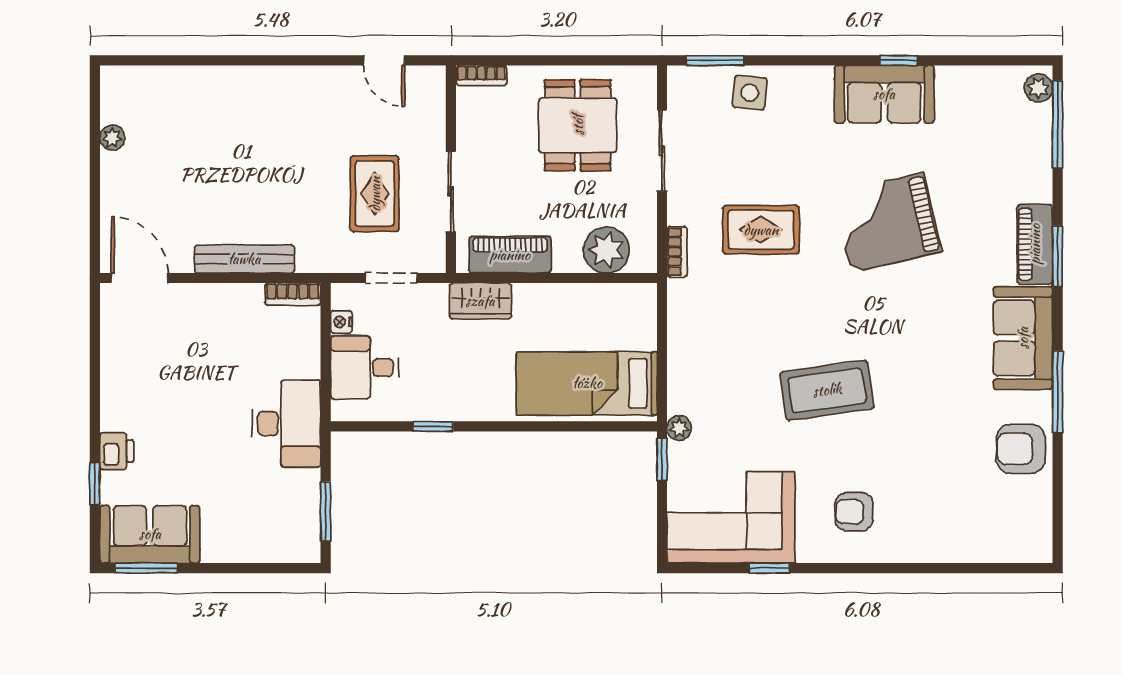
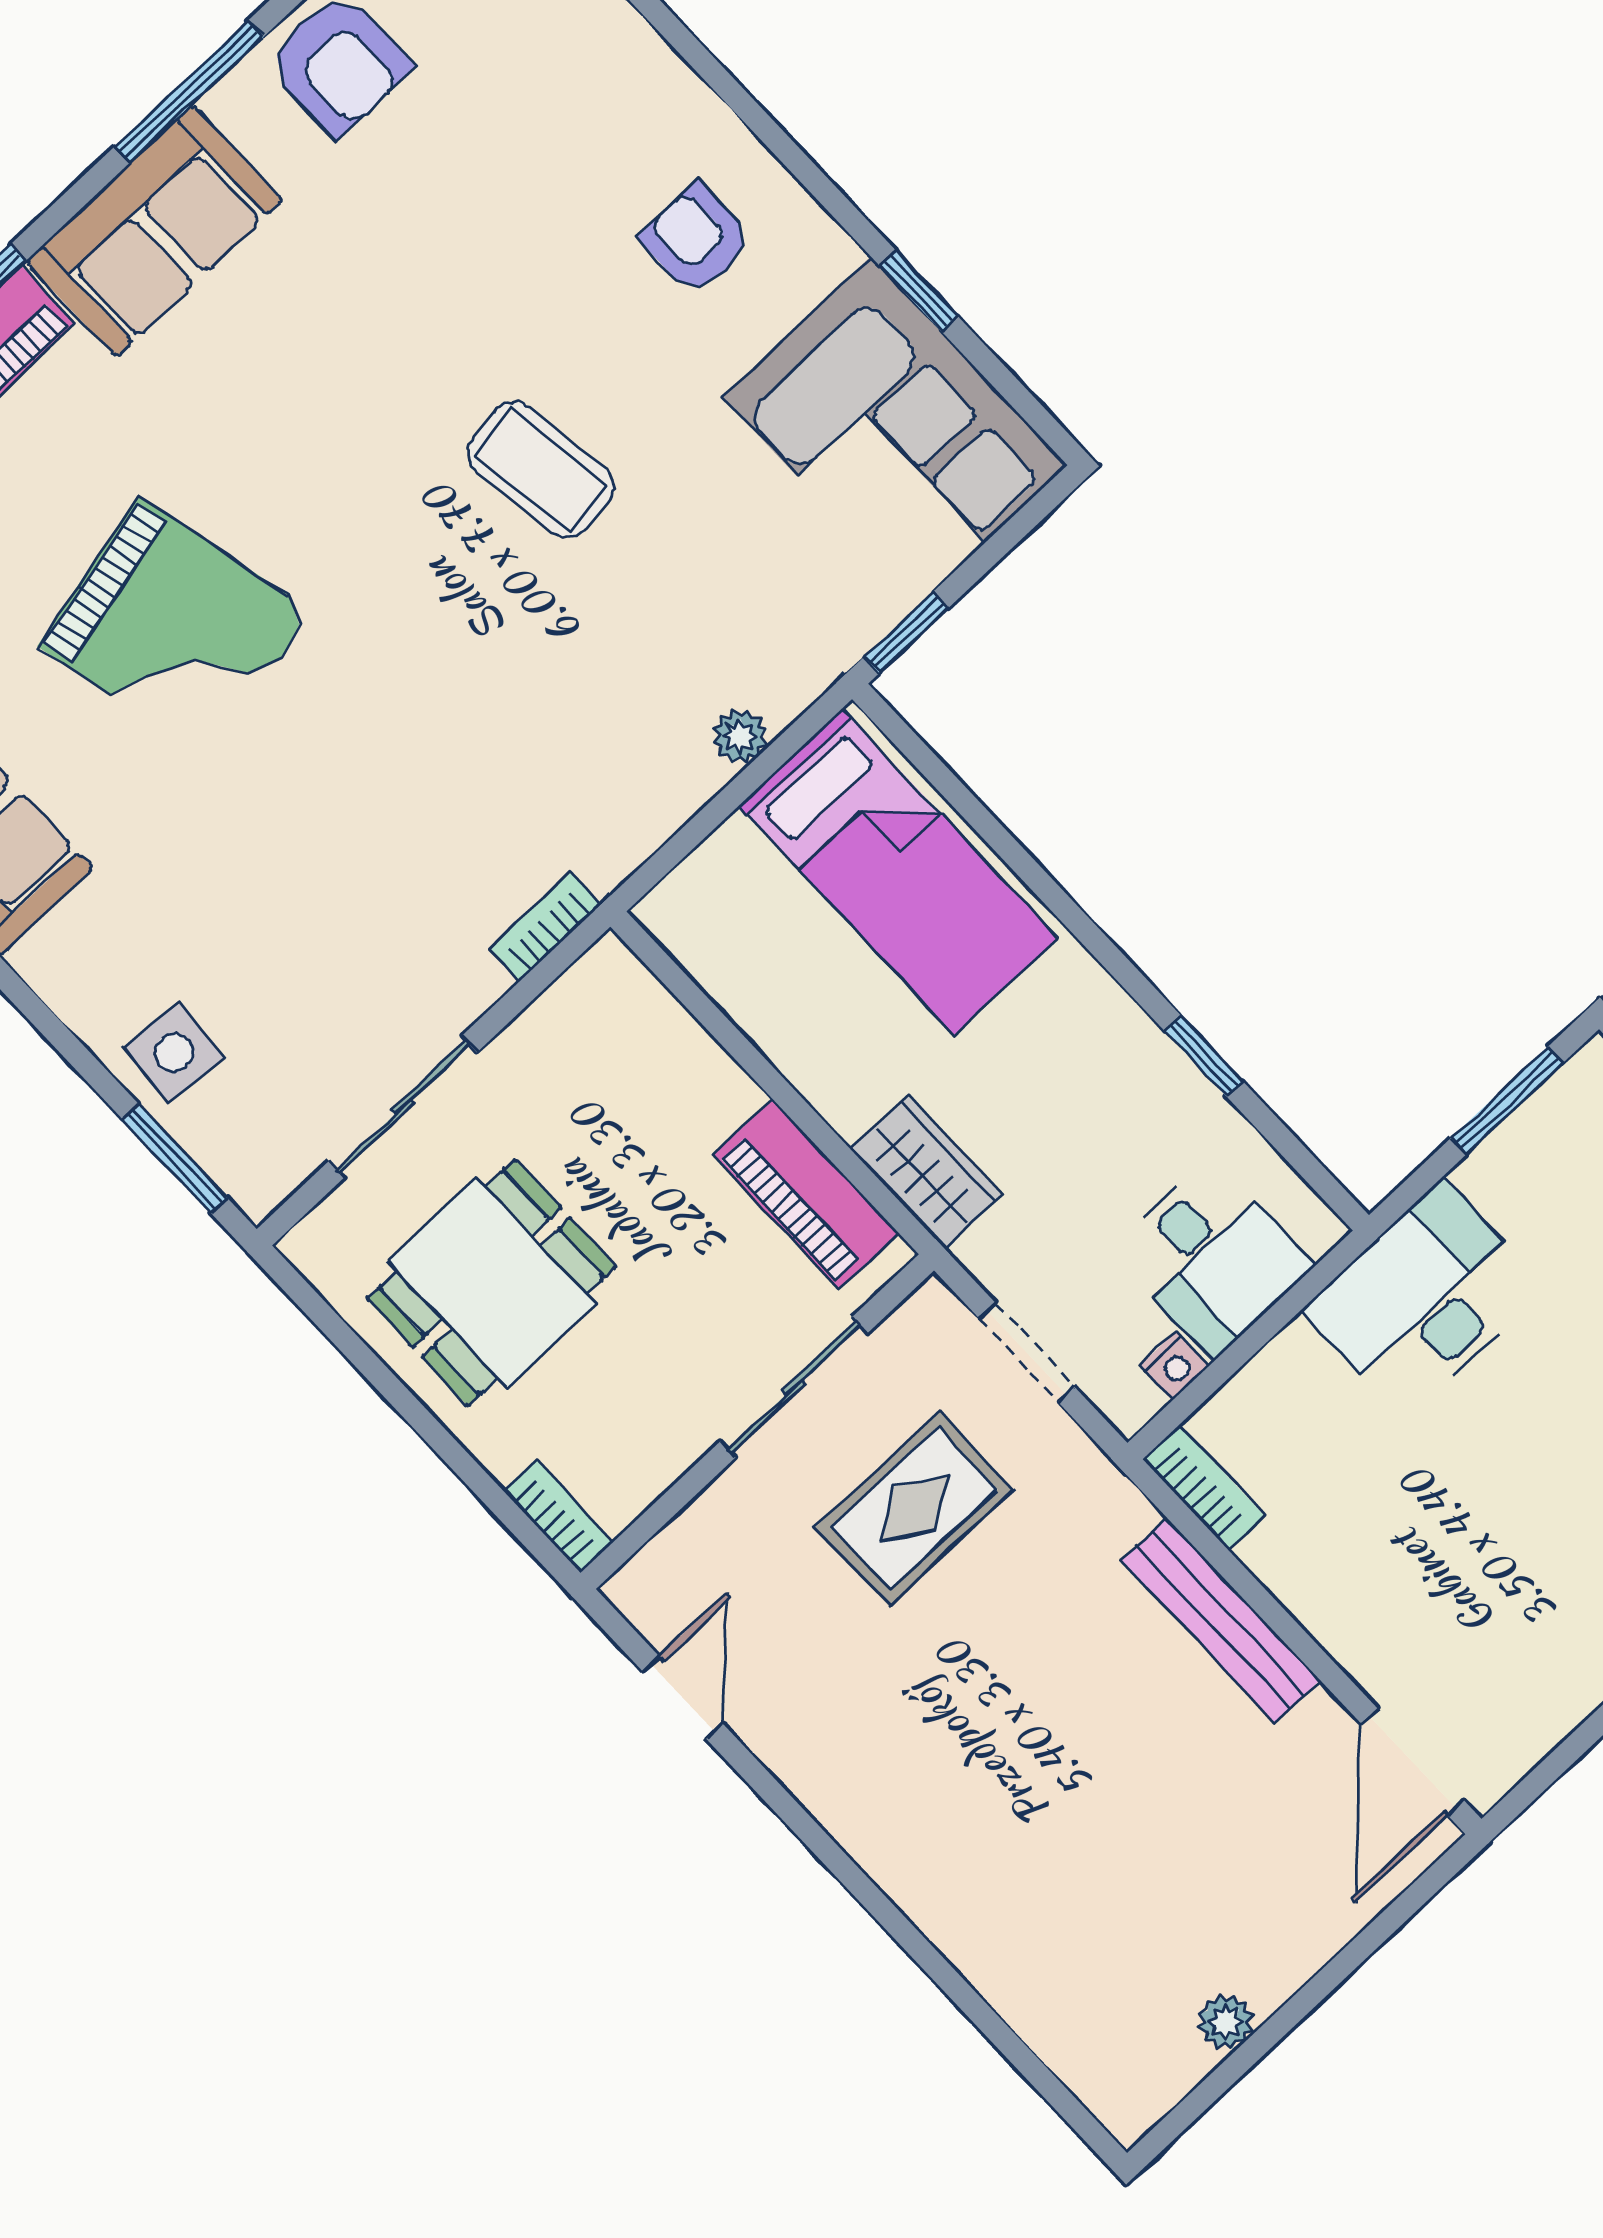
rug: (761, 230) -> (380, 824), removed
plant: (606, 250) -> (650, 1044), removed
coffee table: (827, 390) -> (541, 470), width x0.73, depth x0.76
plant: (679, 428) -> (740, 736), moved
armchair: (854, 512) -> (696, 239), turned 180

